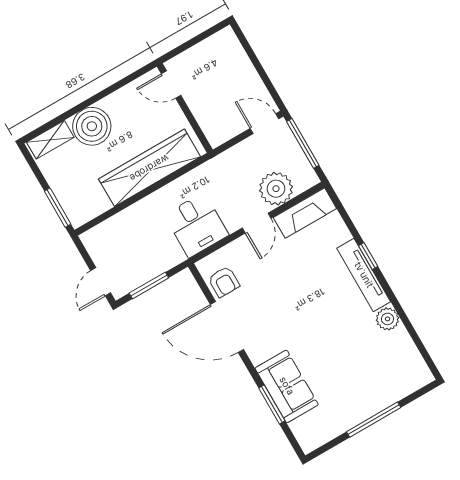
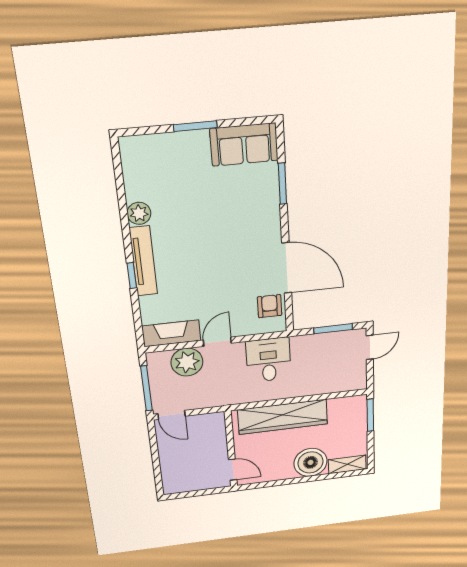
sofa: (287, 386) -> (244, 145), moved, turned -90
window: (374, 420) -> (195, 126), width x0.69

